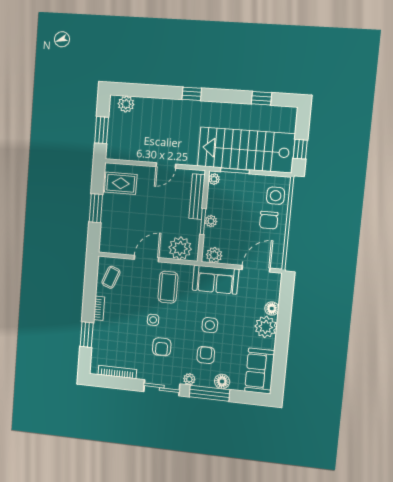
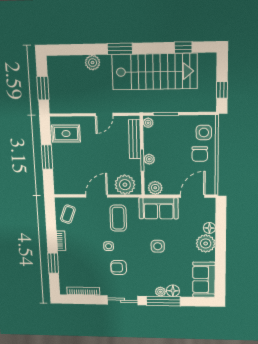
window: (192, 94) -> (120, 49), width x1.50
plant: (126, 104) -> (93, 63), moved
stairs: (246, 150) -> (155, 72), moved, turned 180
armchair: (162, 347) -> (119, 267), turned 90
armchair: (206, 355) -> (157, 271), removed
plant: (189, 379) -> (160, 292), moved

